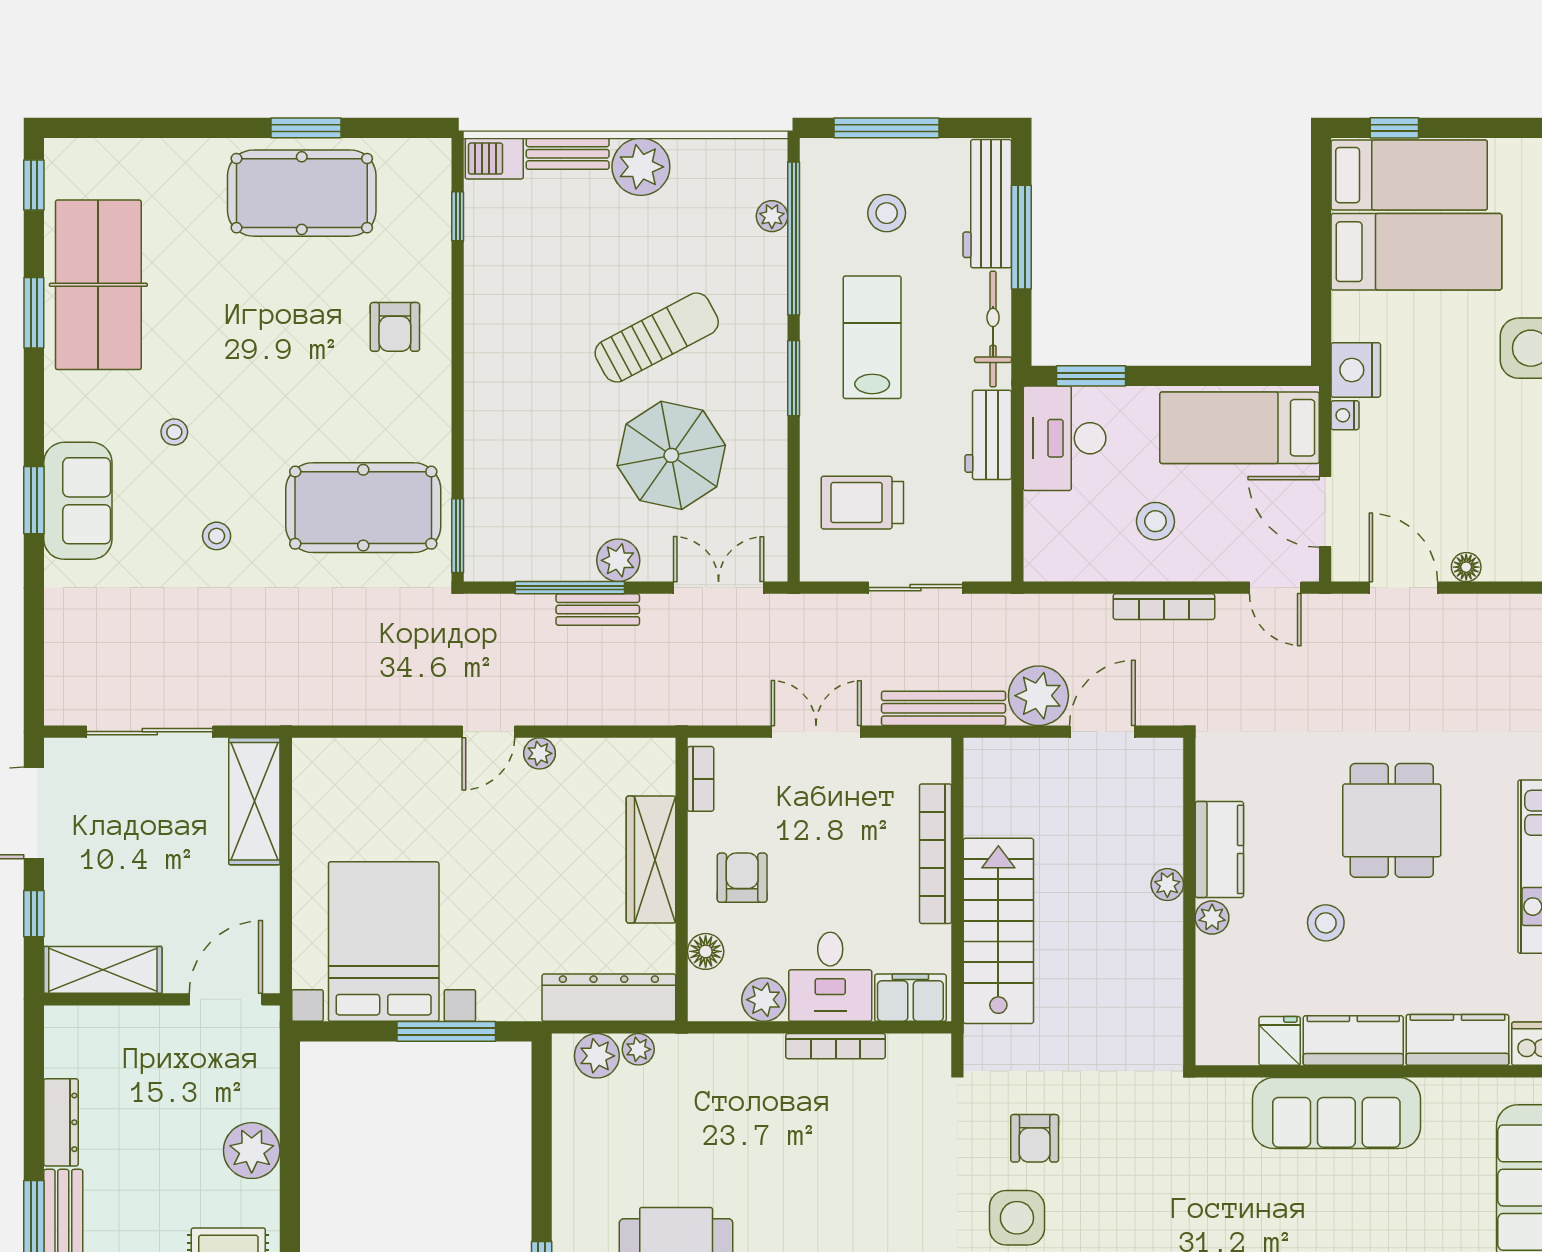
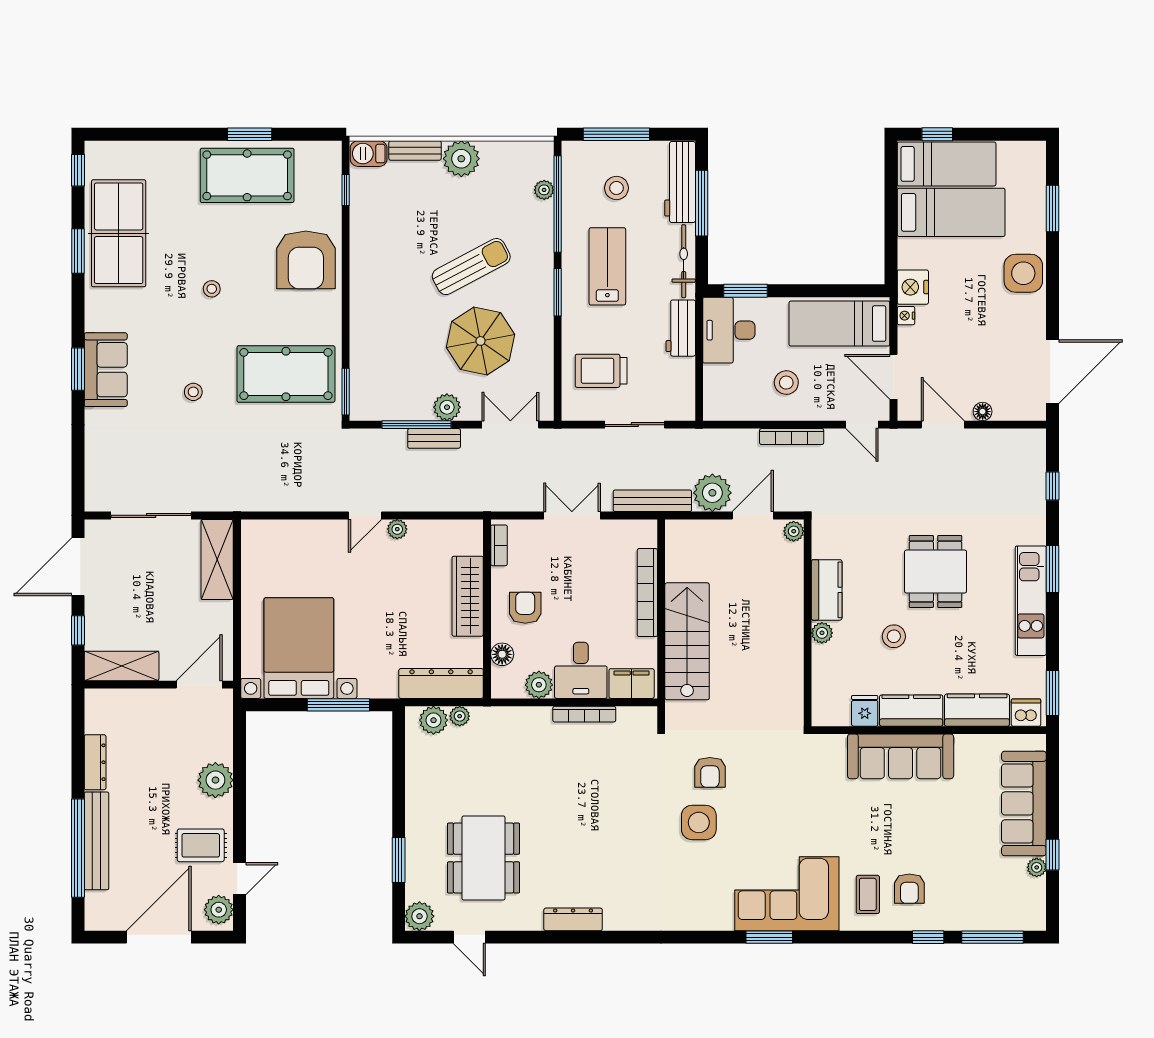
armchair: (395, 327) -> (306, 260), width x1.88, depth x1.88
stool: (174, 432) -> (212, 289), moved
plant: (1167, 885) -> (794, 531), moved

